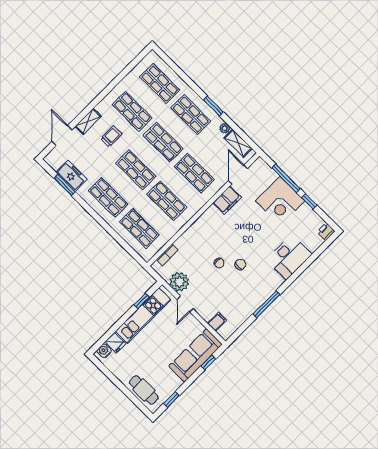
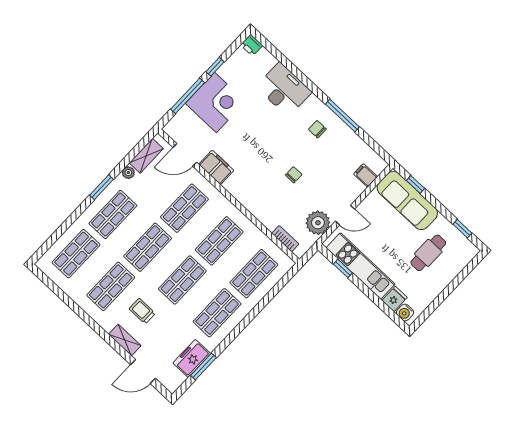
chair: (240, 264) -> (317, 129), moved
cafe table: (144, 390) -> (428, 253), moved

